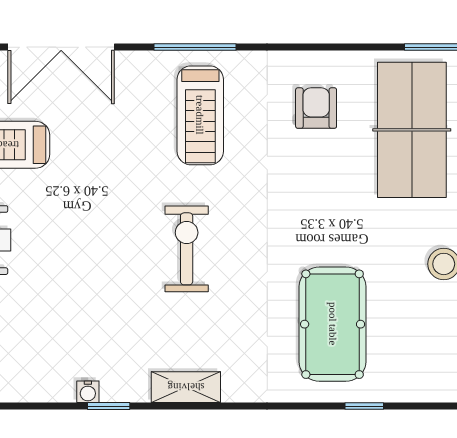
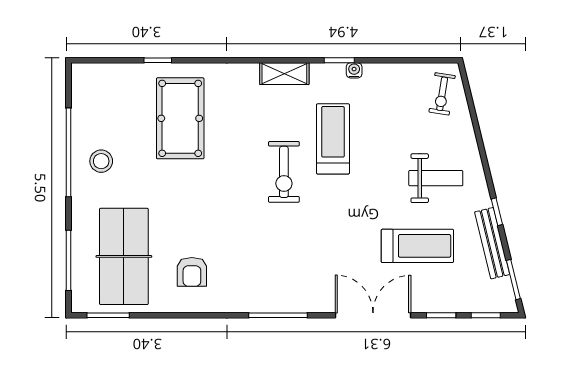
treadmill: (200, 115) -> (333, 139), moved

